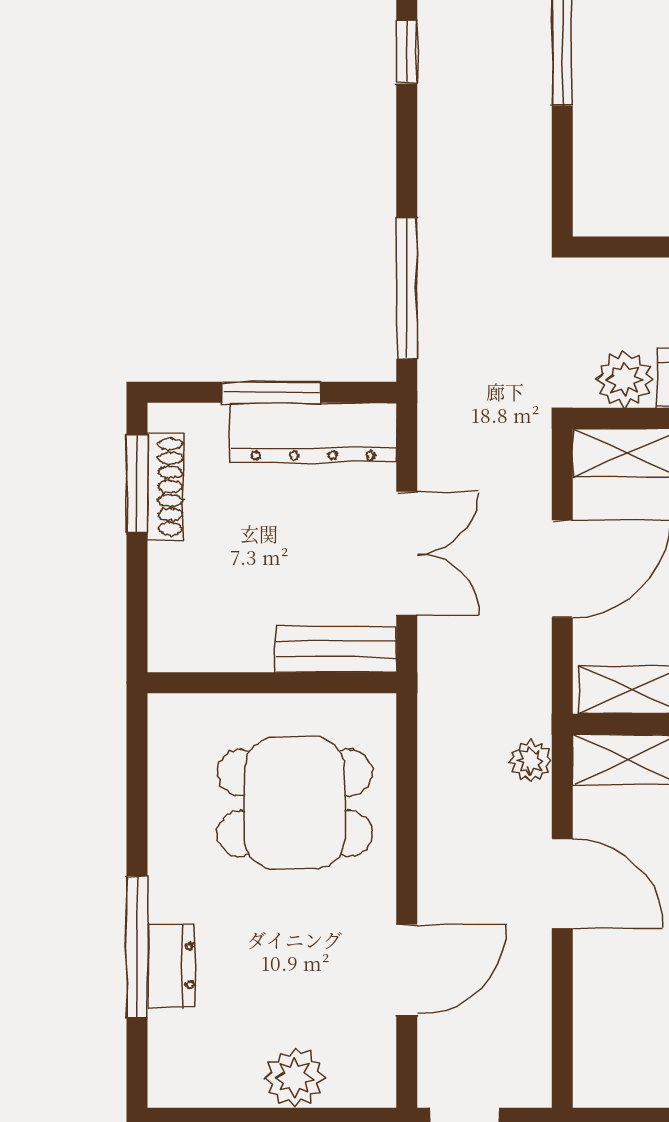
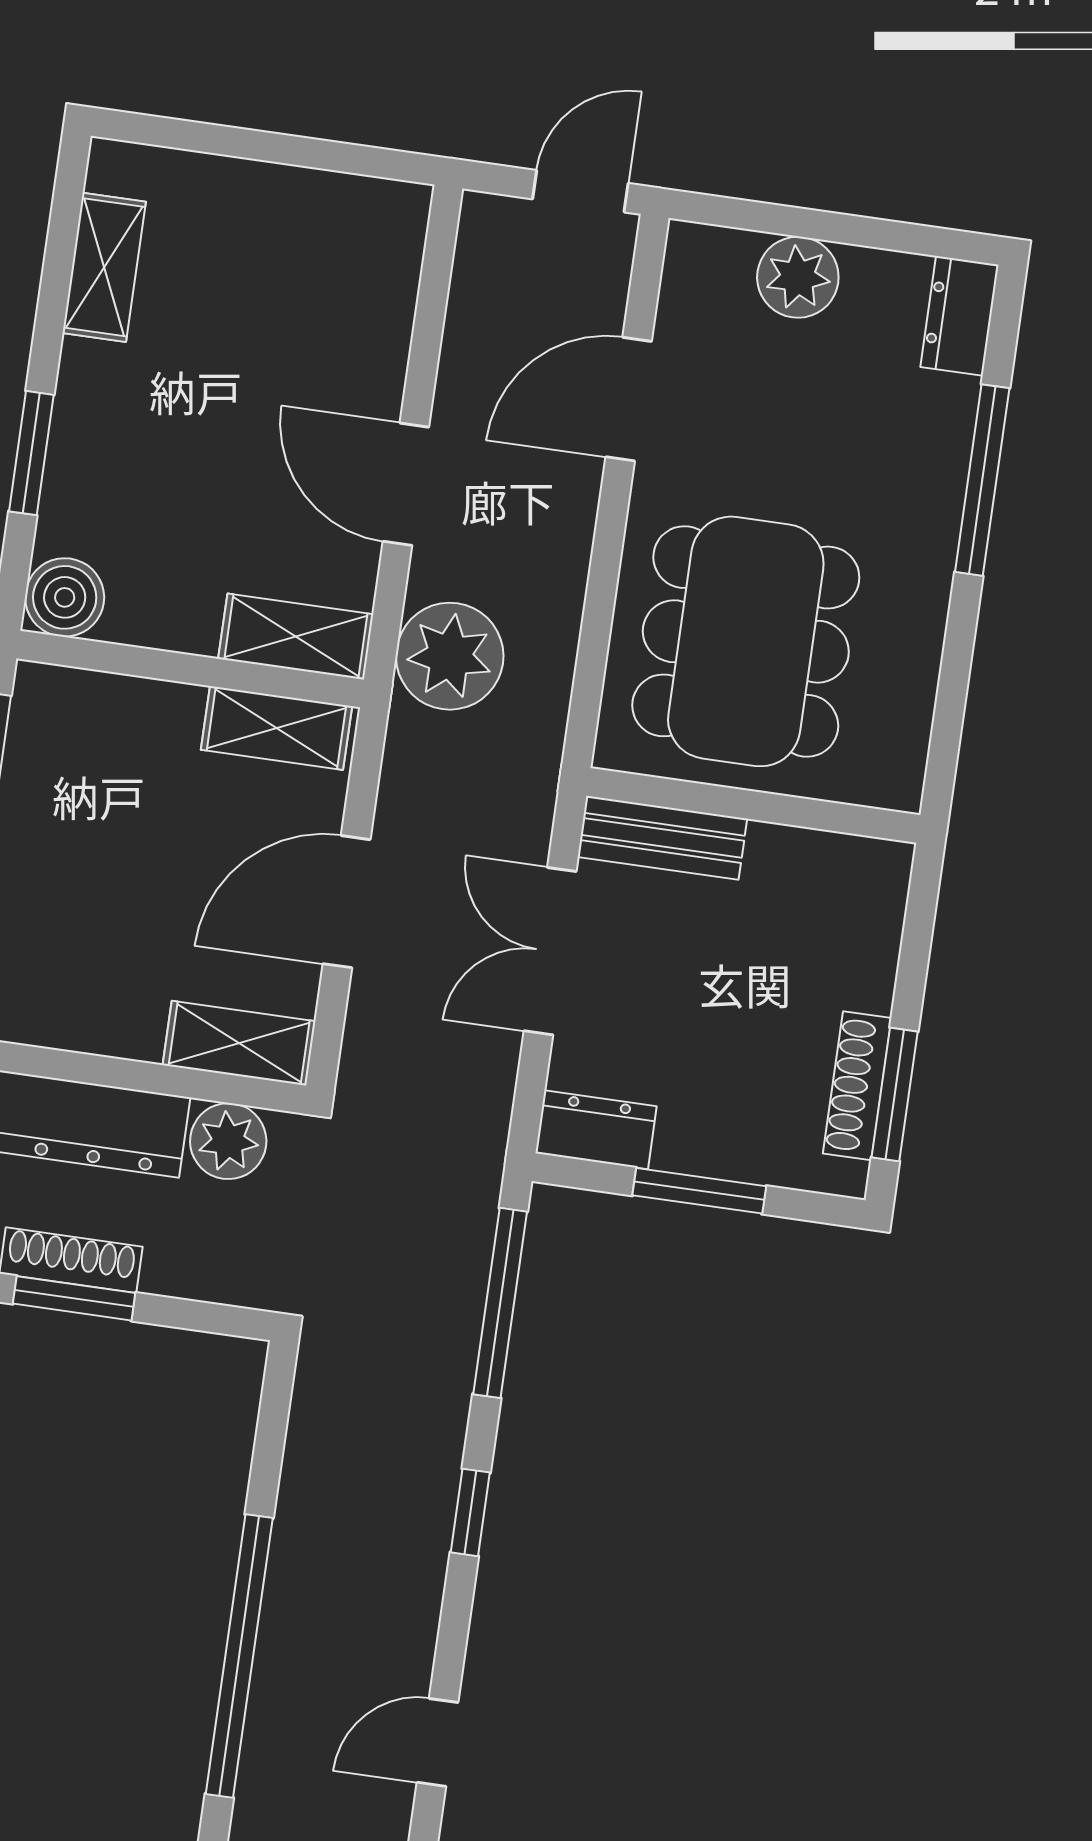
window: (407, 52) -> (470, 1512), moved
dresser: (313, 432) -> (596, 1130), width x0.51, depth x0.80
plant: (531, 761) -> (450, 656), width x1.87, depth x1.87
dining table: (295, 803) -> (746, 641), width x1.38
dresser: (171, 966) -> (960, 316), moved

